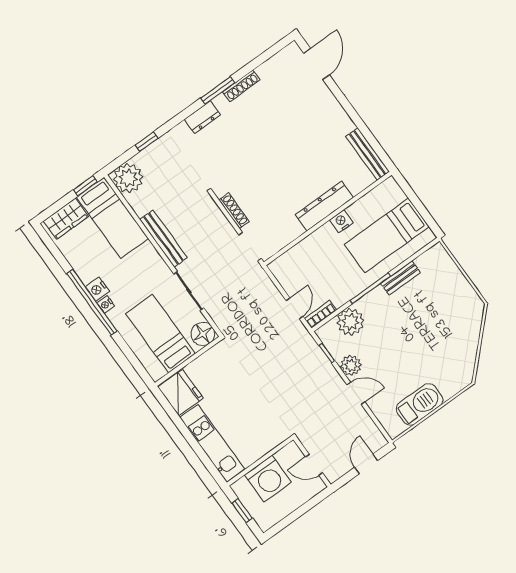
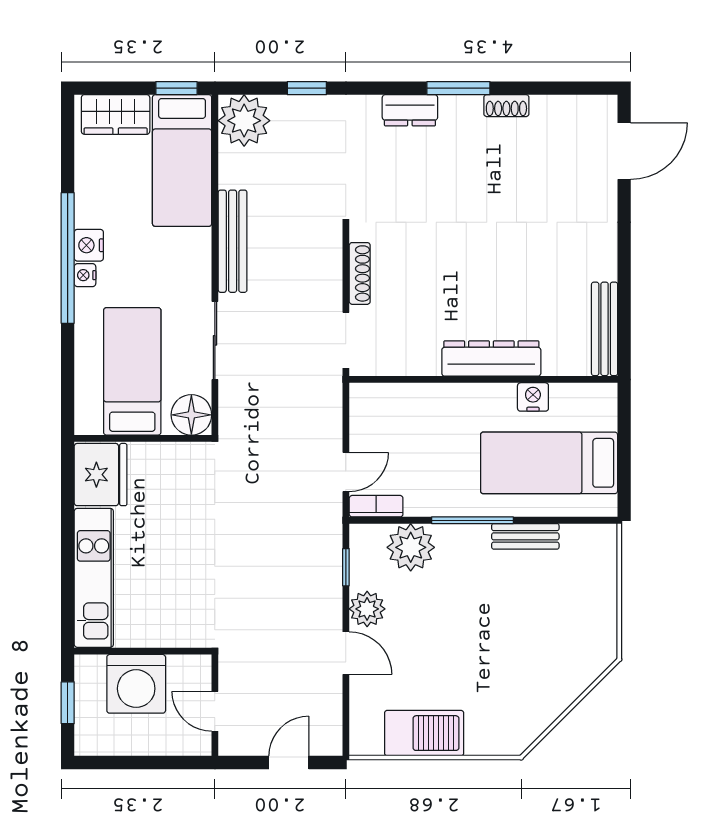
shoe rack: (241, 86) -> (506, 106), width x0.70
nightstand: (341, 221) -> (533, 397), moved

